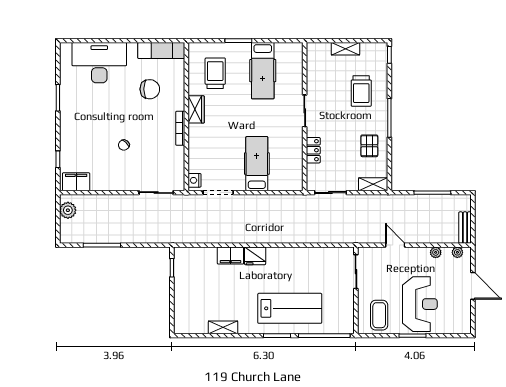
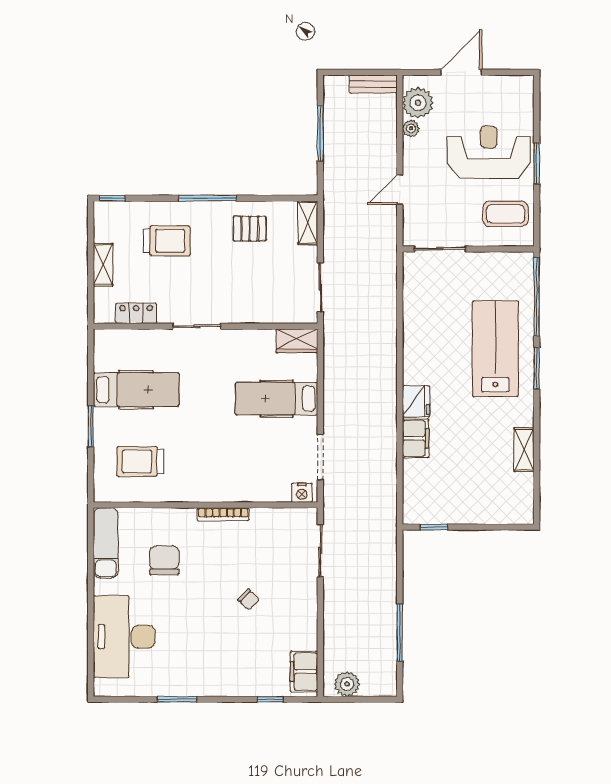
wardrobe: (196, 109) -> (297, 341), moved, turned 180
locker: (313, 150) -> (136, 313), moved
plant: (457, 252) -> (418, 103), width x1.88, depth x1.88

